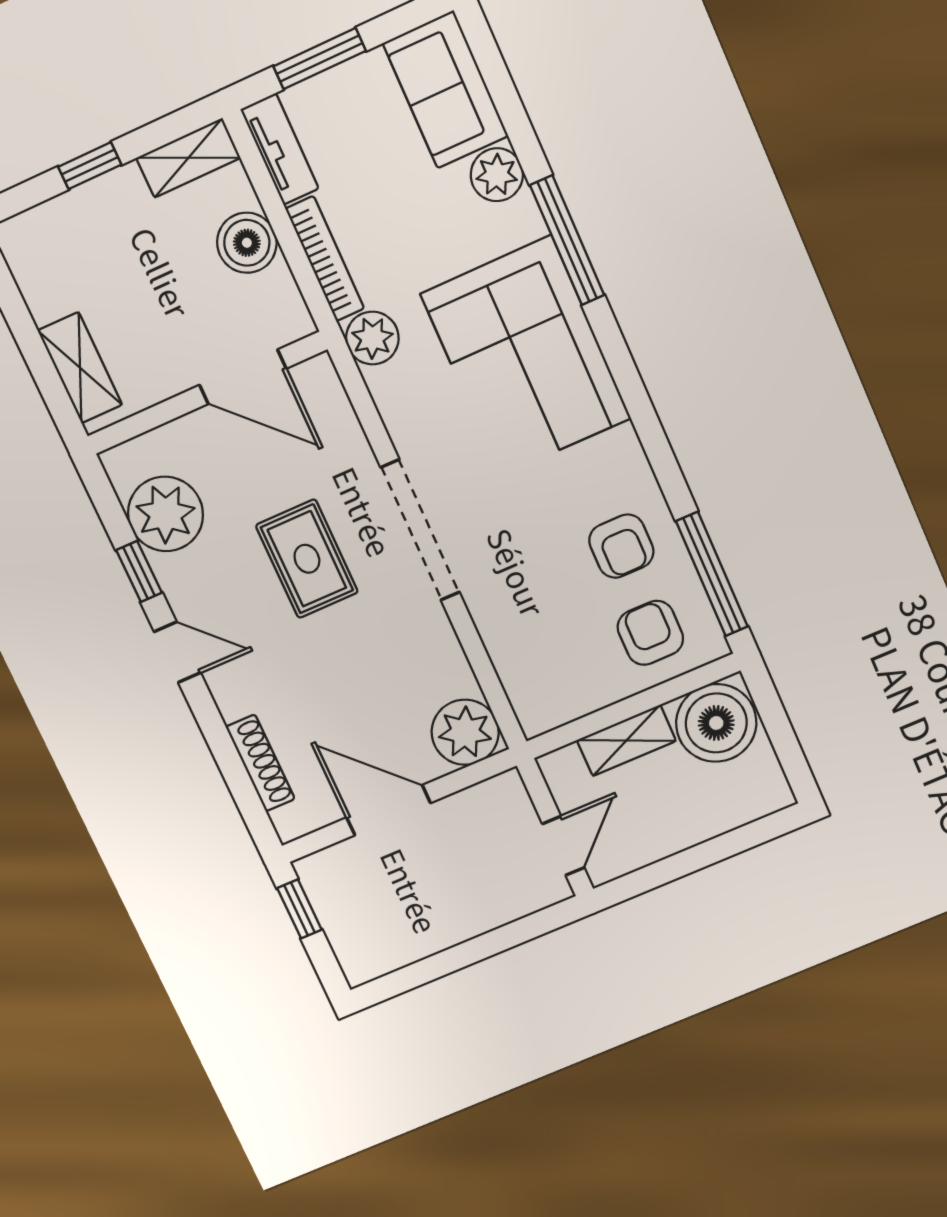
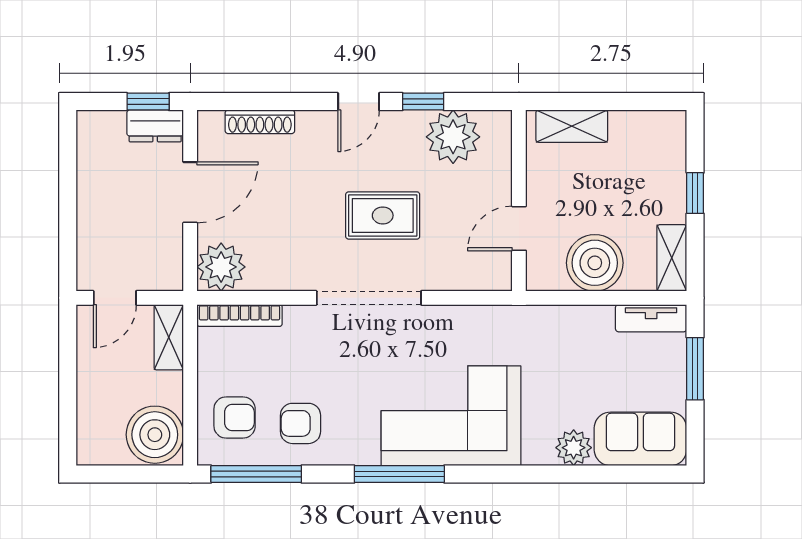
window: (567, 240) -> (399, 474), moved
boiler: (247, 243) -> (595, 263), width x1.37, depth x1.37
bookcase: (325, 259) -> (240, 315), moved
plant: (372, 338) -> (506, 323), removed
door: (243, 377) -> (519, 228), width x0.73
shelving: (626, 741) -> (169, 337), moved
door: (563, 846) -> (115, 298), hinge flipped
dresser: (325, 888) -> (155, 126), added

